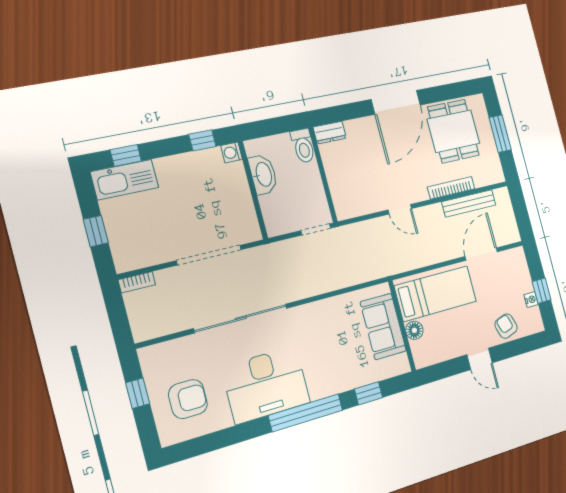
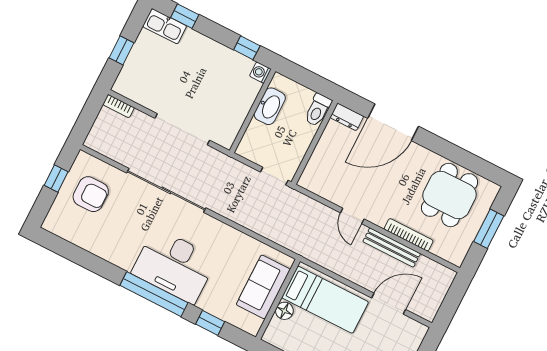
door: (396, 102) -> (393, 122), moved
kitchen sink: (125, 180) -> (165, 26), width x0.73, depth x0.81
bench: (469, 203) -> (392, 247), moved
desk: (266, 385) -> (174, 266), moved
armchair: (188, 399) -> (91, 194), moved

